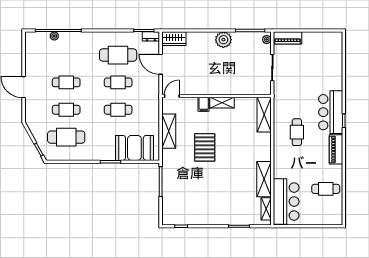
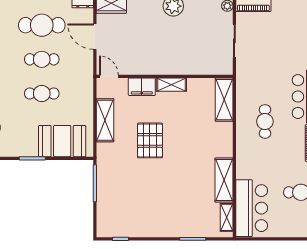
door: (172, 96) -> (109, 76), hinge flipped
filing cabinet: (204, 104) -> (142, 87), width x2.00

